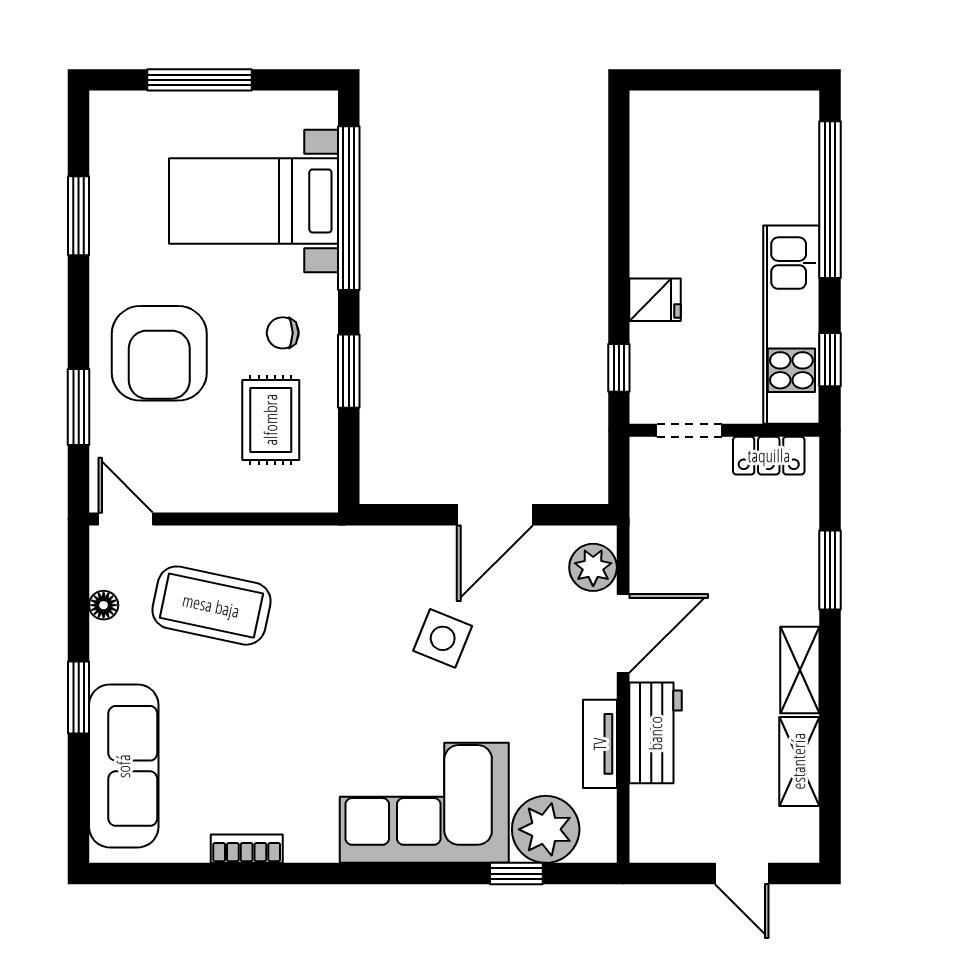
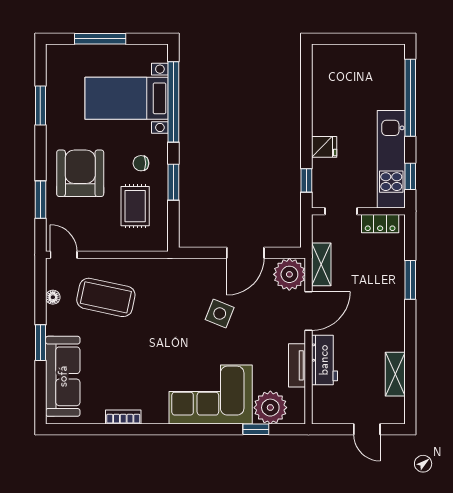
armchair: (159, 353) -> (80, 173), turned 180
plant: (593, 567) -> (289, 274), width x1.36, depth x1.36
shelving: (800, 670) -> (321, 264), moved

